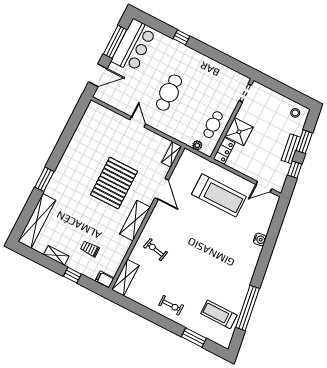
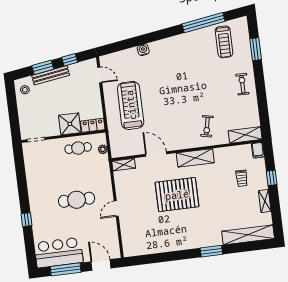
bench: (291, 149) -> (51, 75), width x1.36
door: (162, 189) -> (156, 154), hinge flipped

